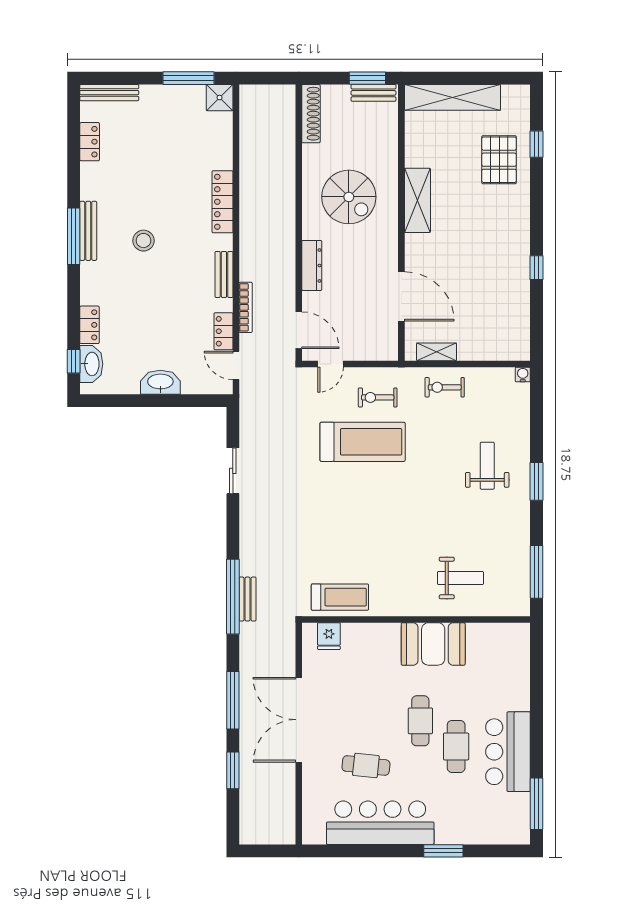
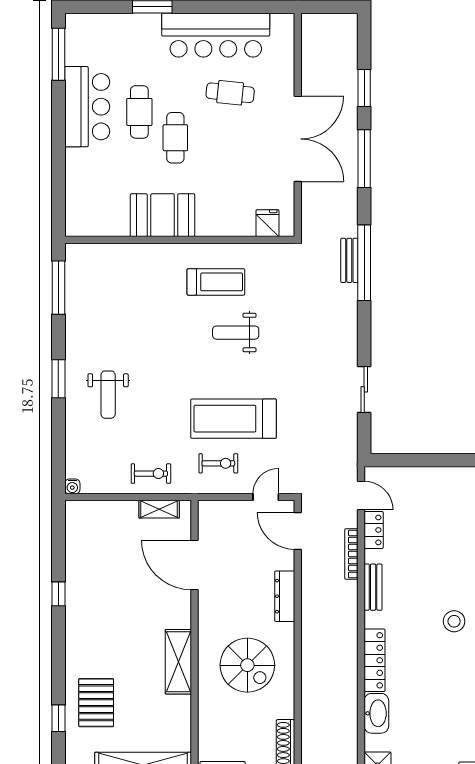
spiral stairs: (349, 197) -> (247, 665), turned 180
washbasin: (160, 382) -> (376, 713), moved, turned -90
weight bench: (460, 578) -> (236, 333), moved
treadmill: (340, 597) -> (216, 282), moved, turned 180

